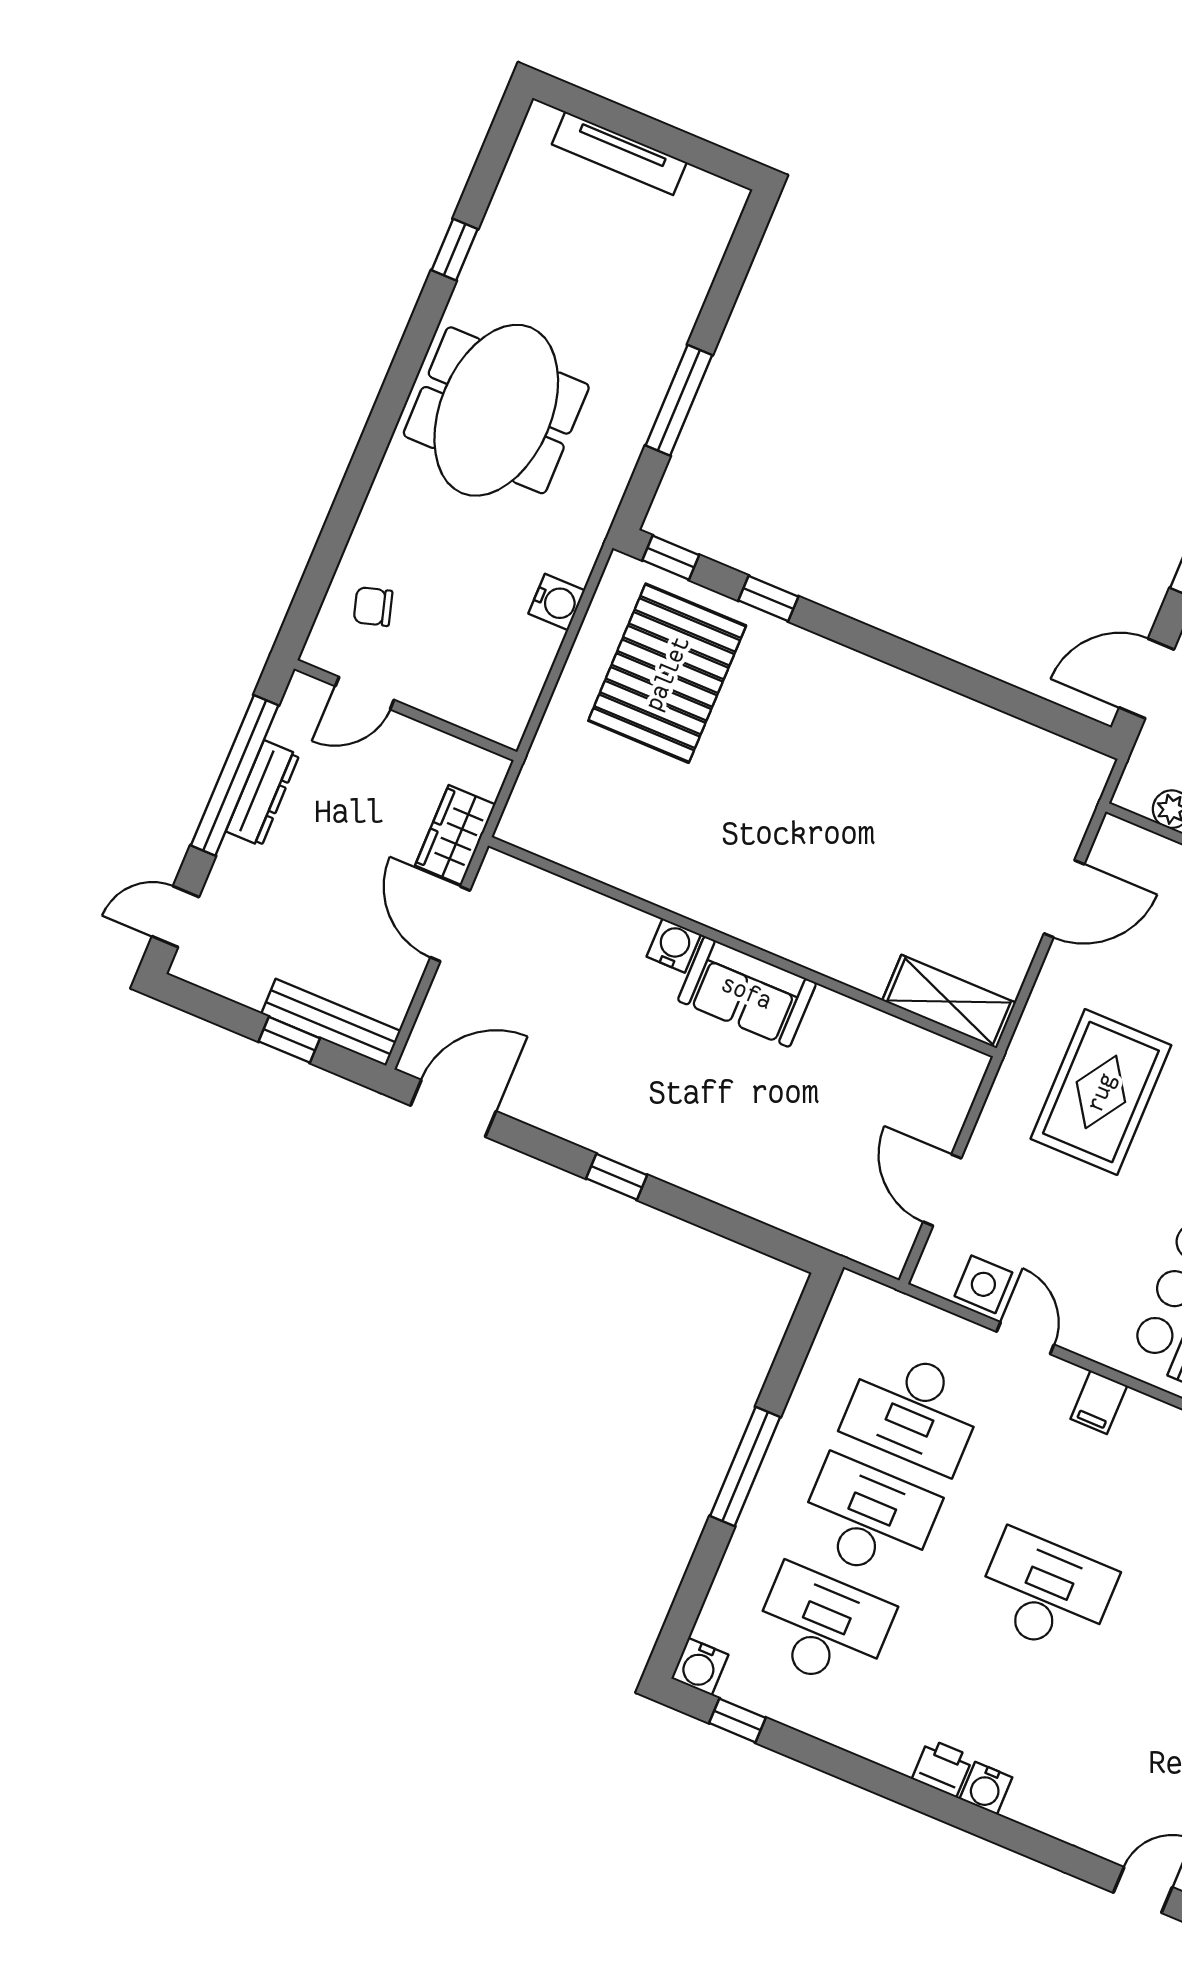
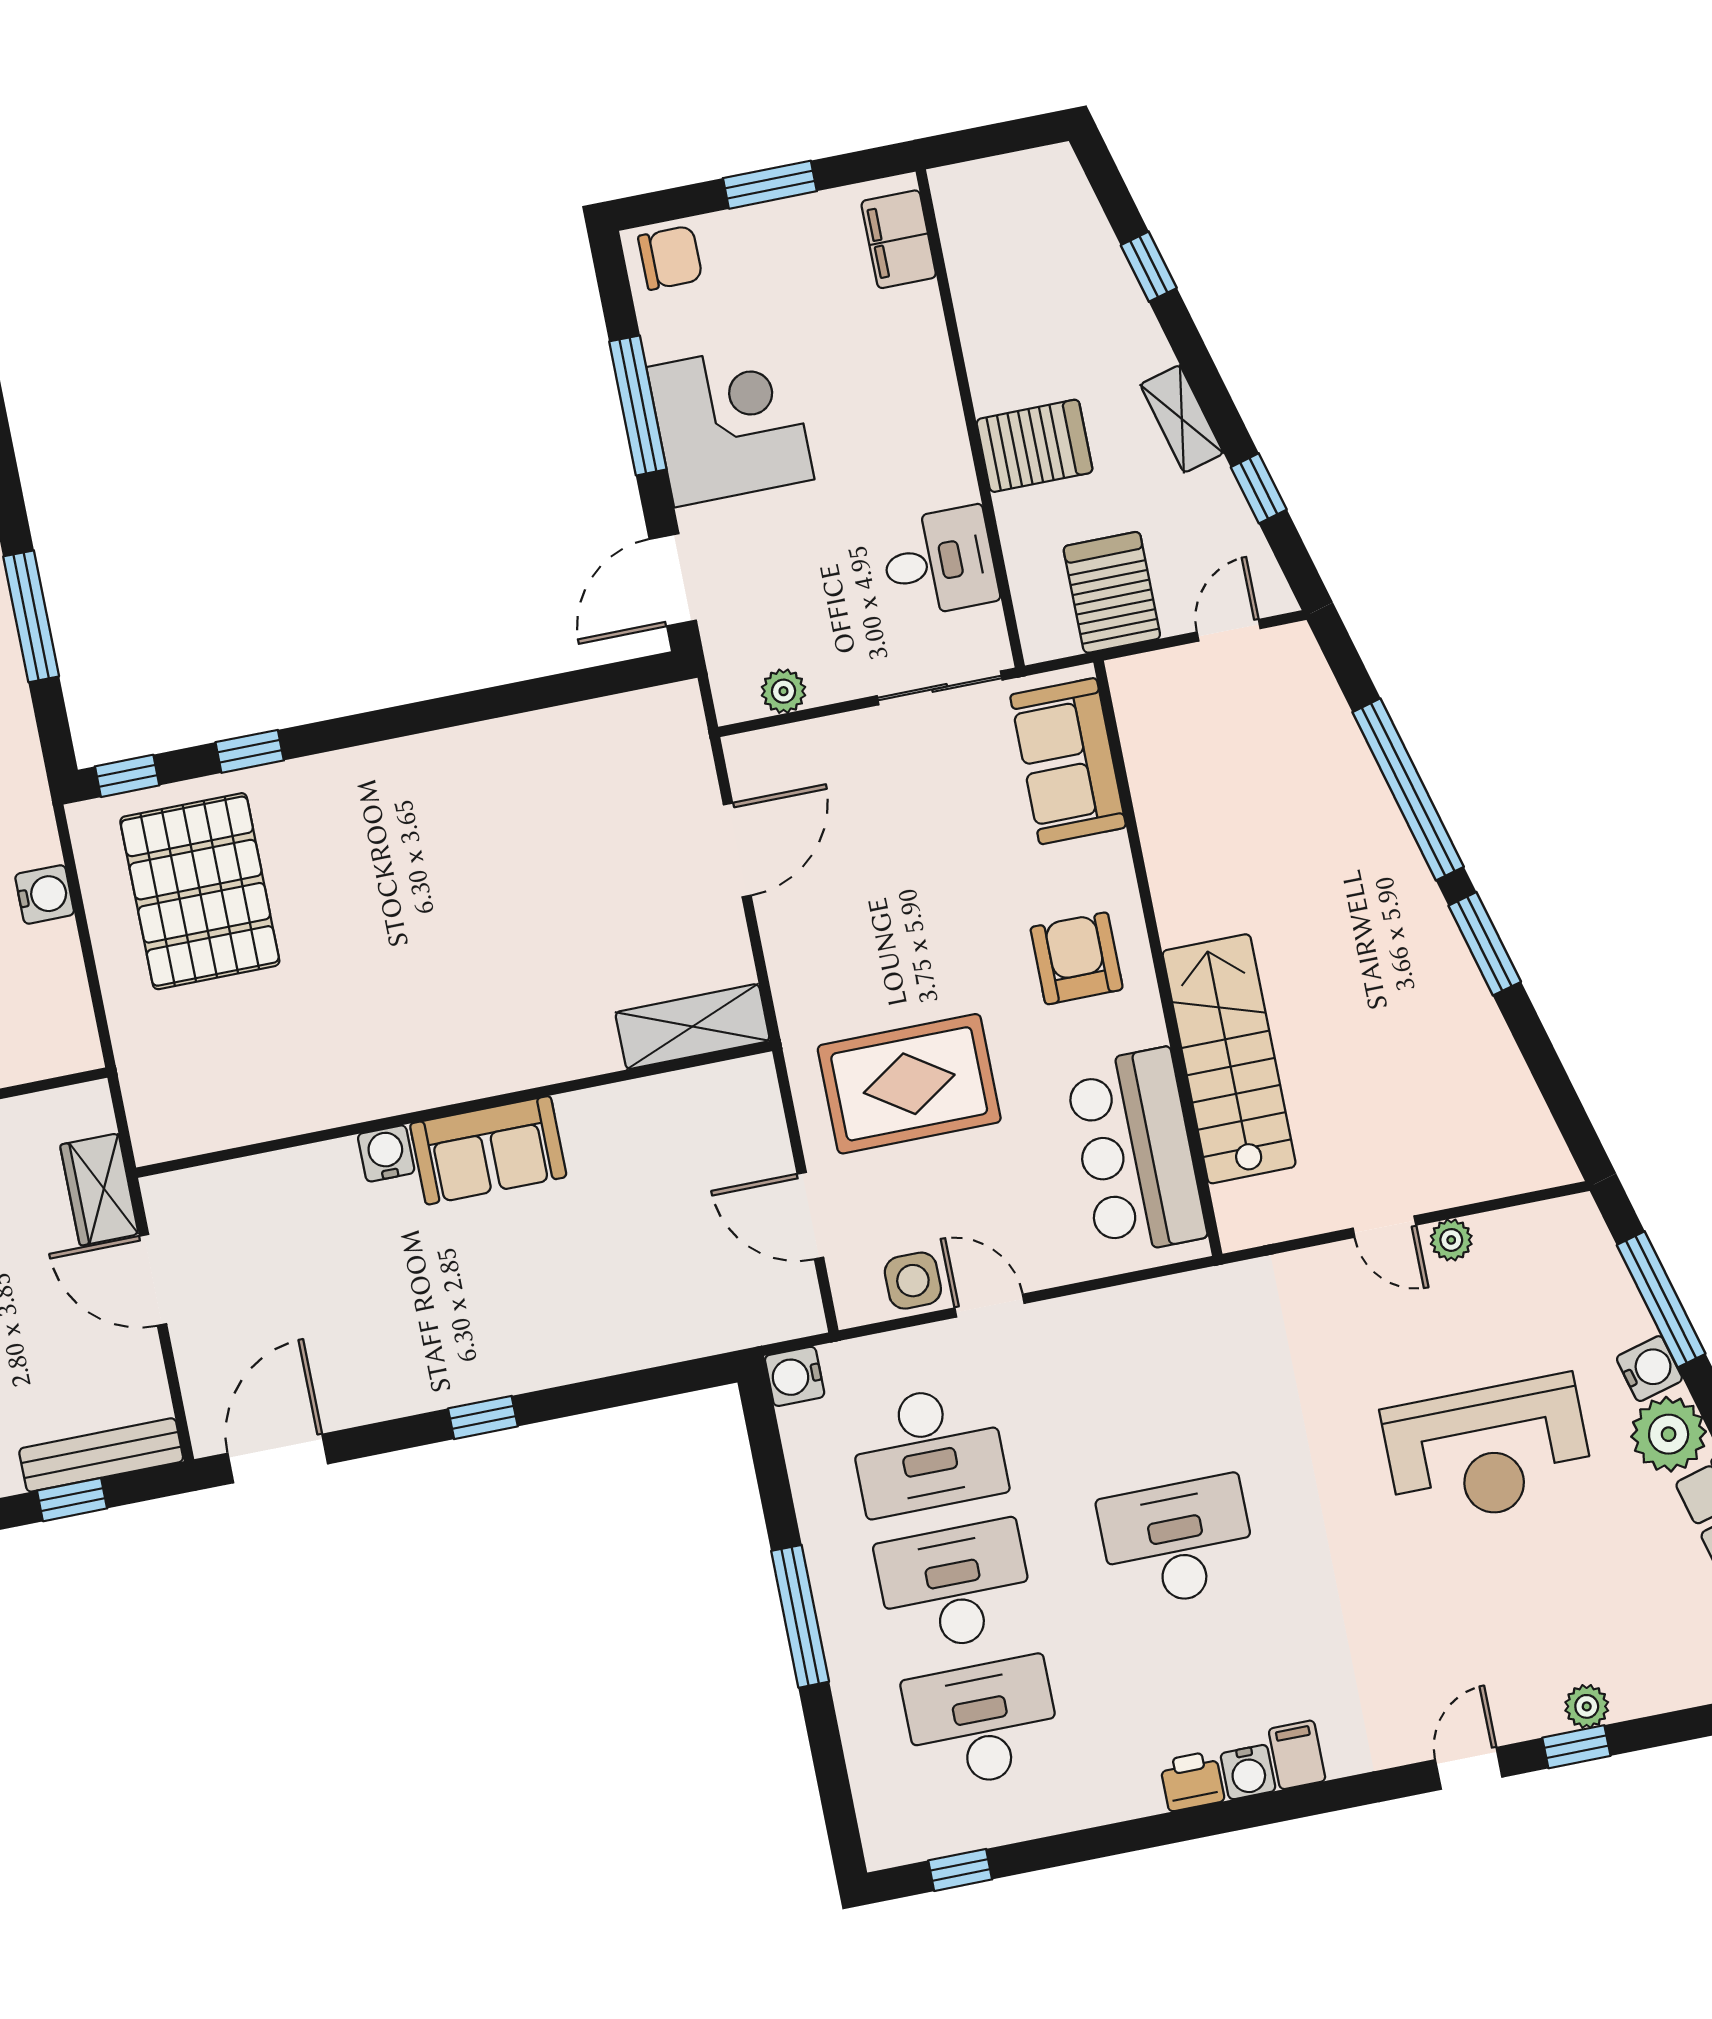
rug: (1101, 1092) -> (909, 1084), moved, turned 90
filing cabinet: (1099, 1402) -> (1297, 1755), moved, turned 180
water cooler: (700, 1666) -> (795, 1376), moved, turned 90

